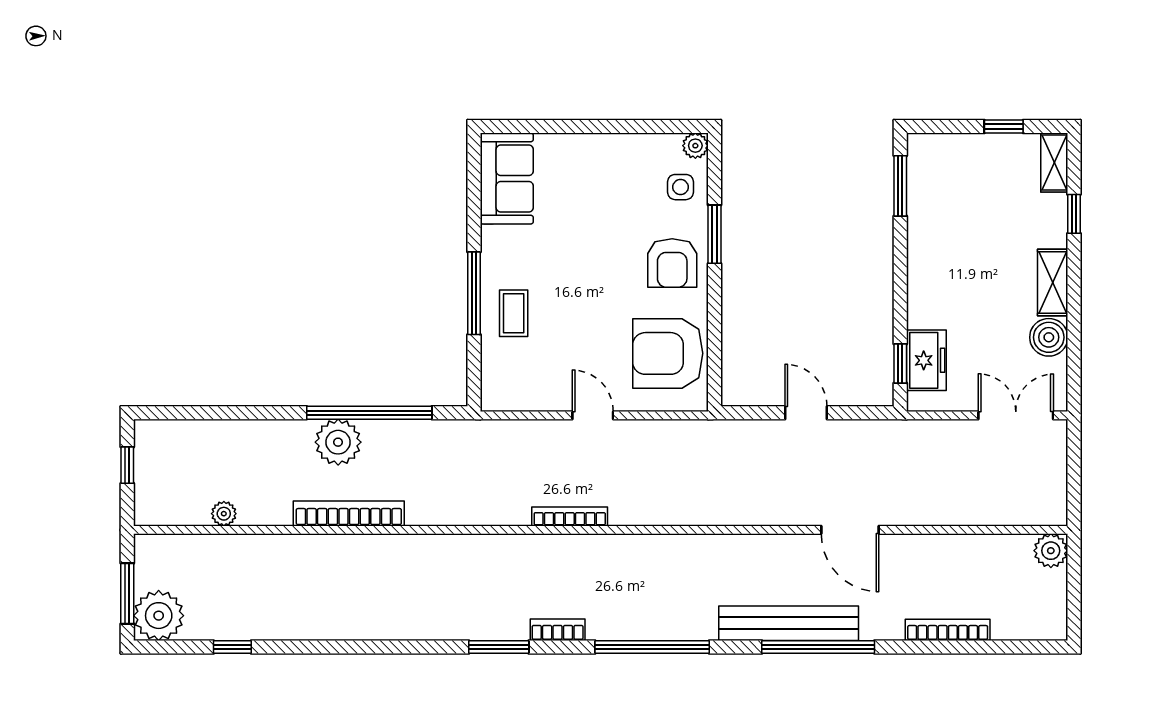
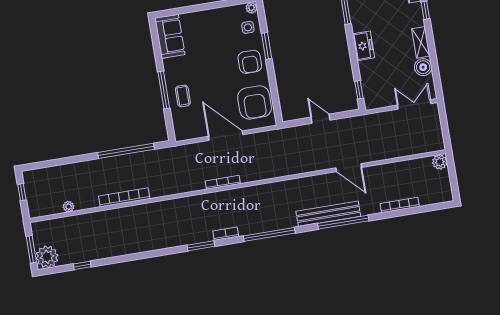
armchair: (668, 353) -> (255, 102), turned -90
freezer: (926, 360) -> (364, 46), moved
door: (593, 415) -> (226, 136), width x1.88
plant: (338, 442) -> (114, 166), removed

